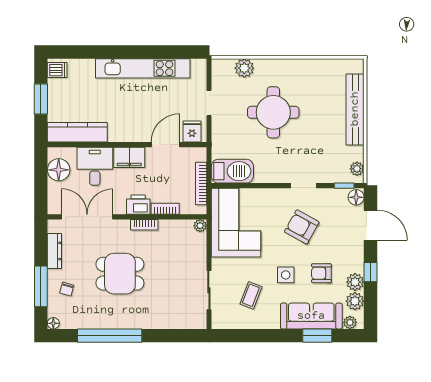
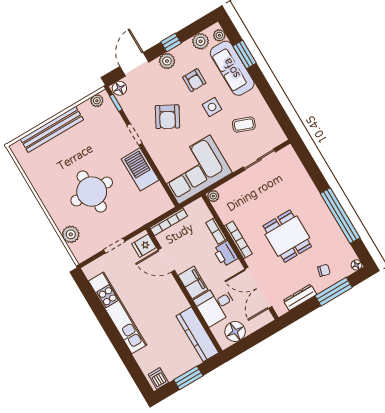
barbecue: (232, 171) -> (140, 169), moved
bookcase: (201, 183) -> (168, 222), moved
bookcase: (144, 225) -> (238, 240), width x1.56
plant: (355, 282) -> (167, 61), moved

